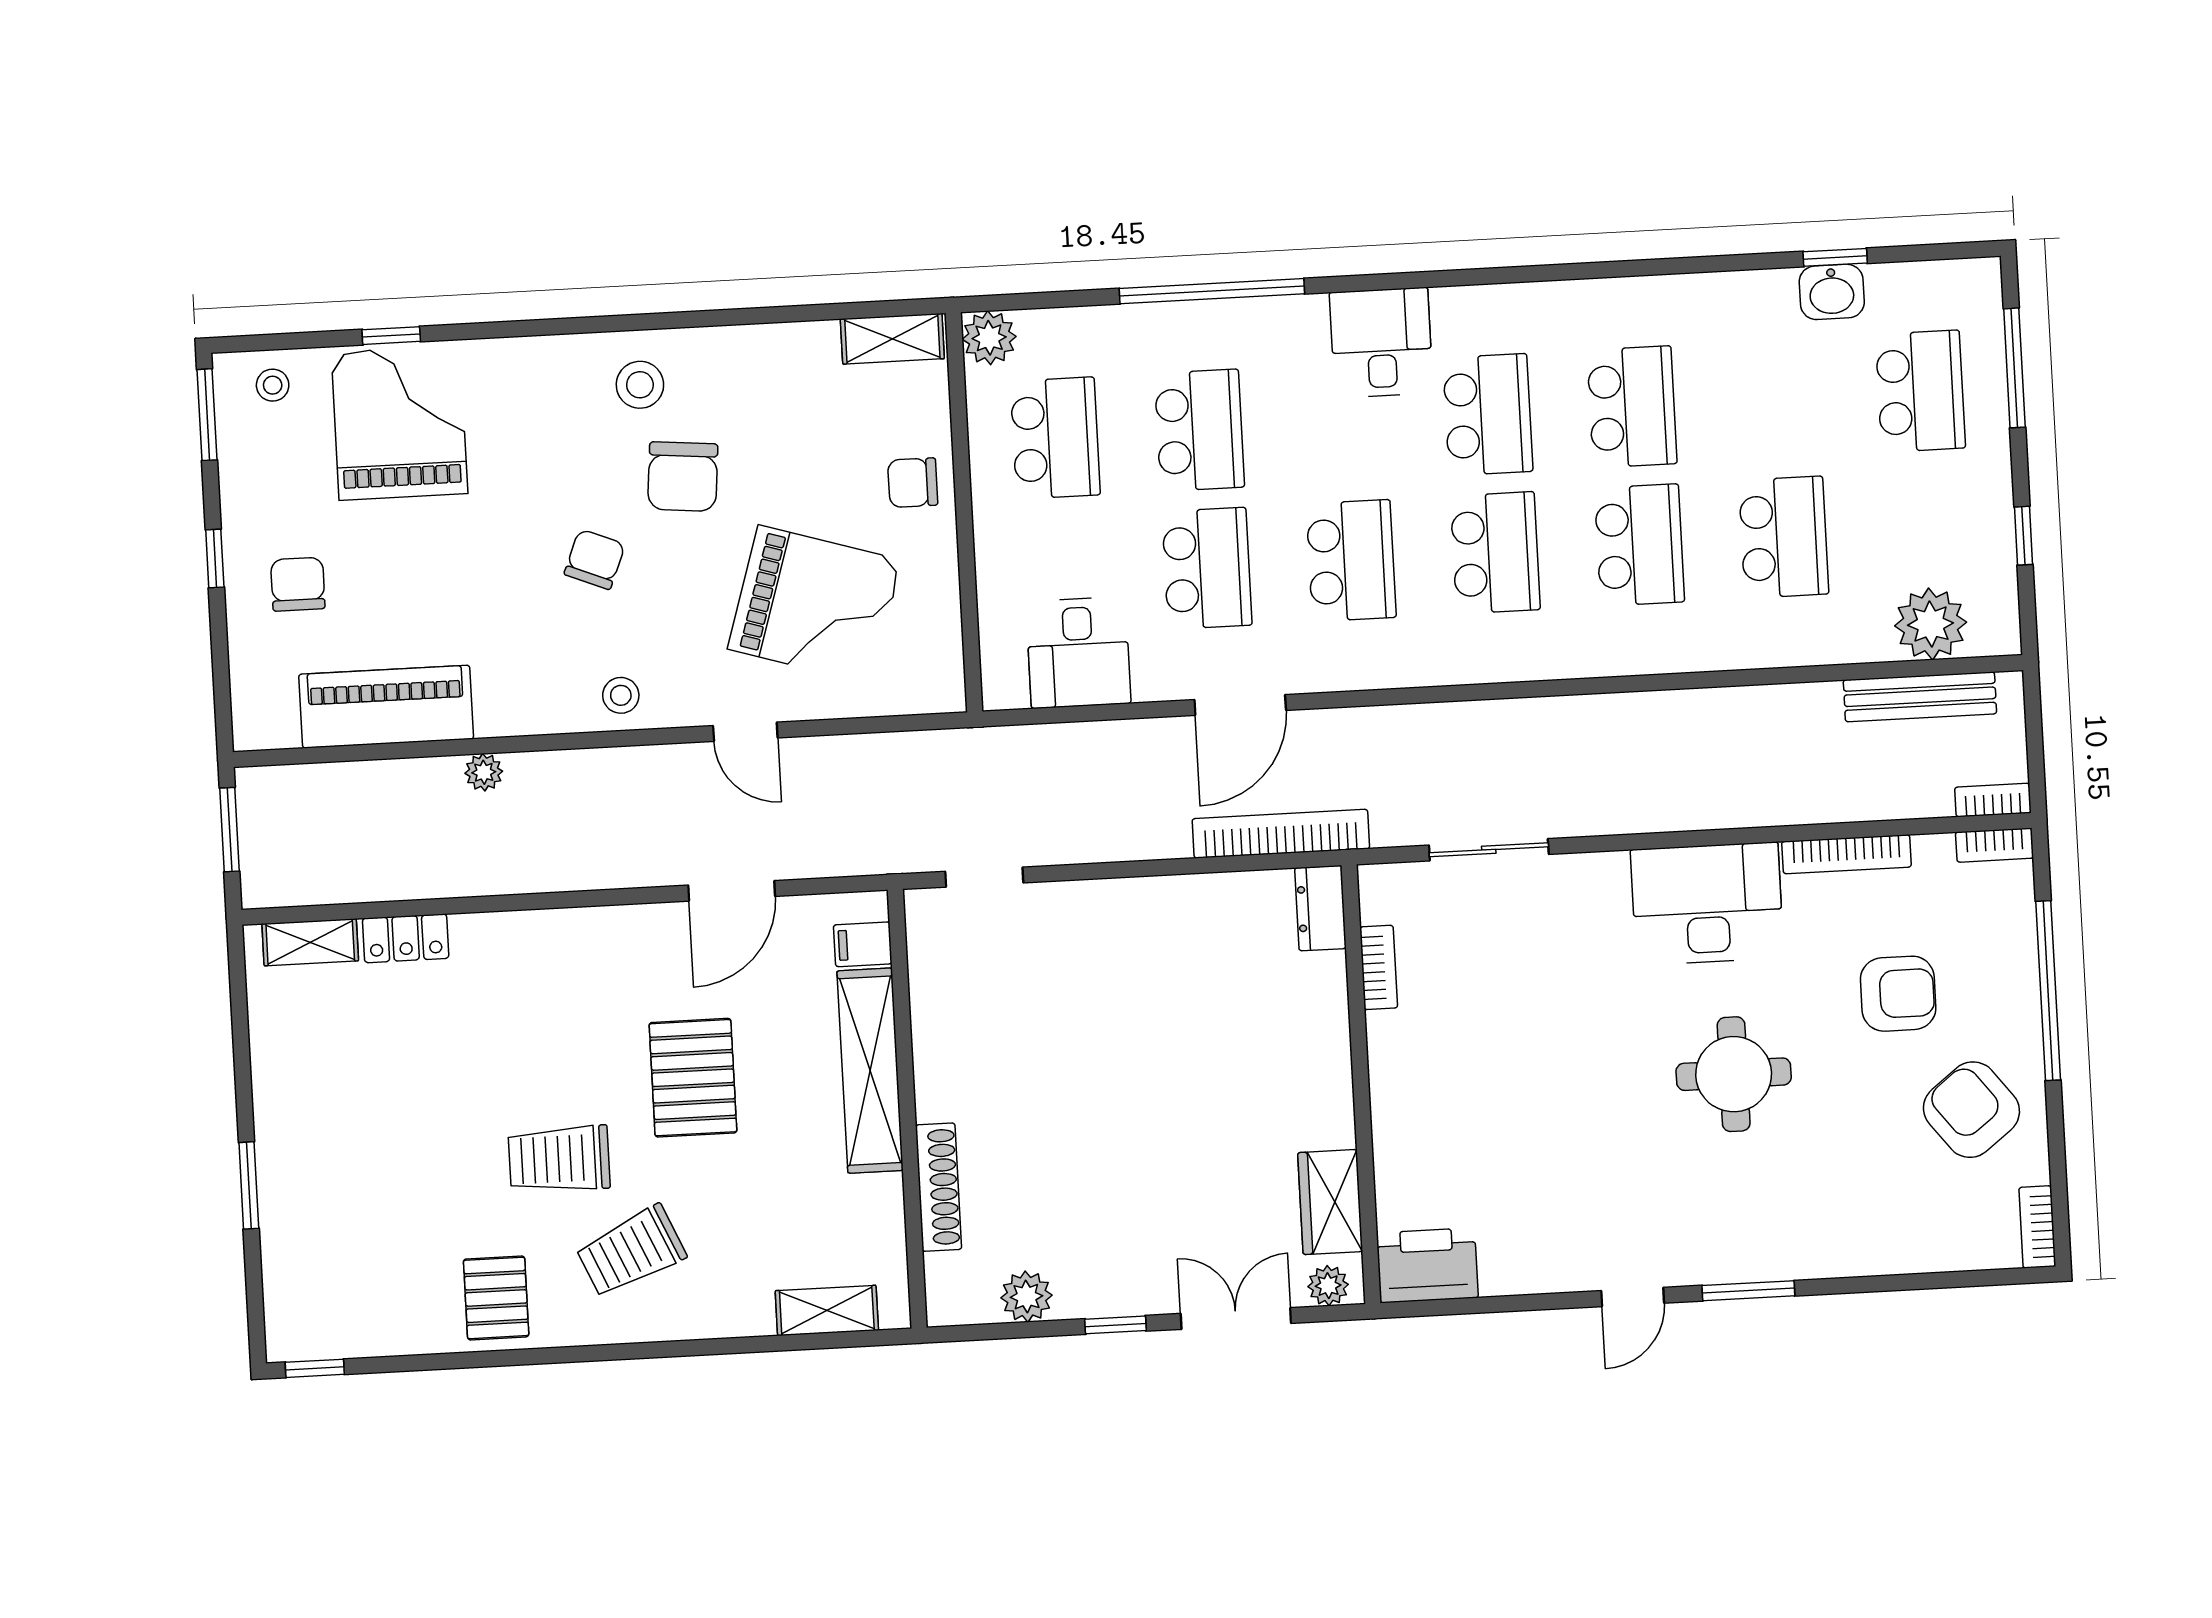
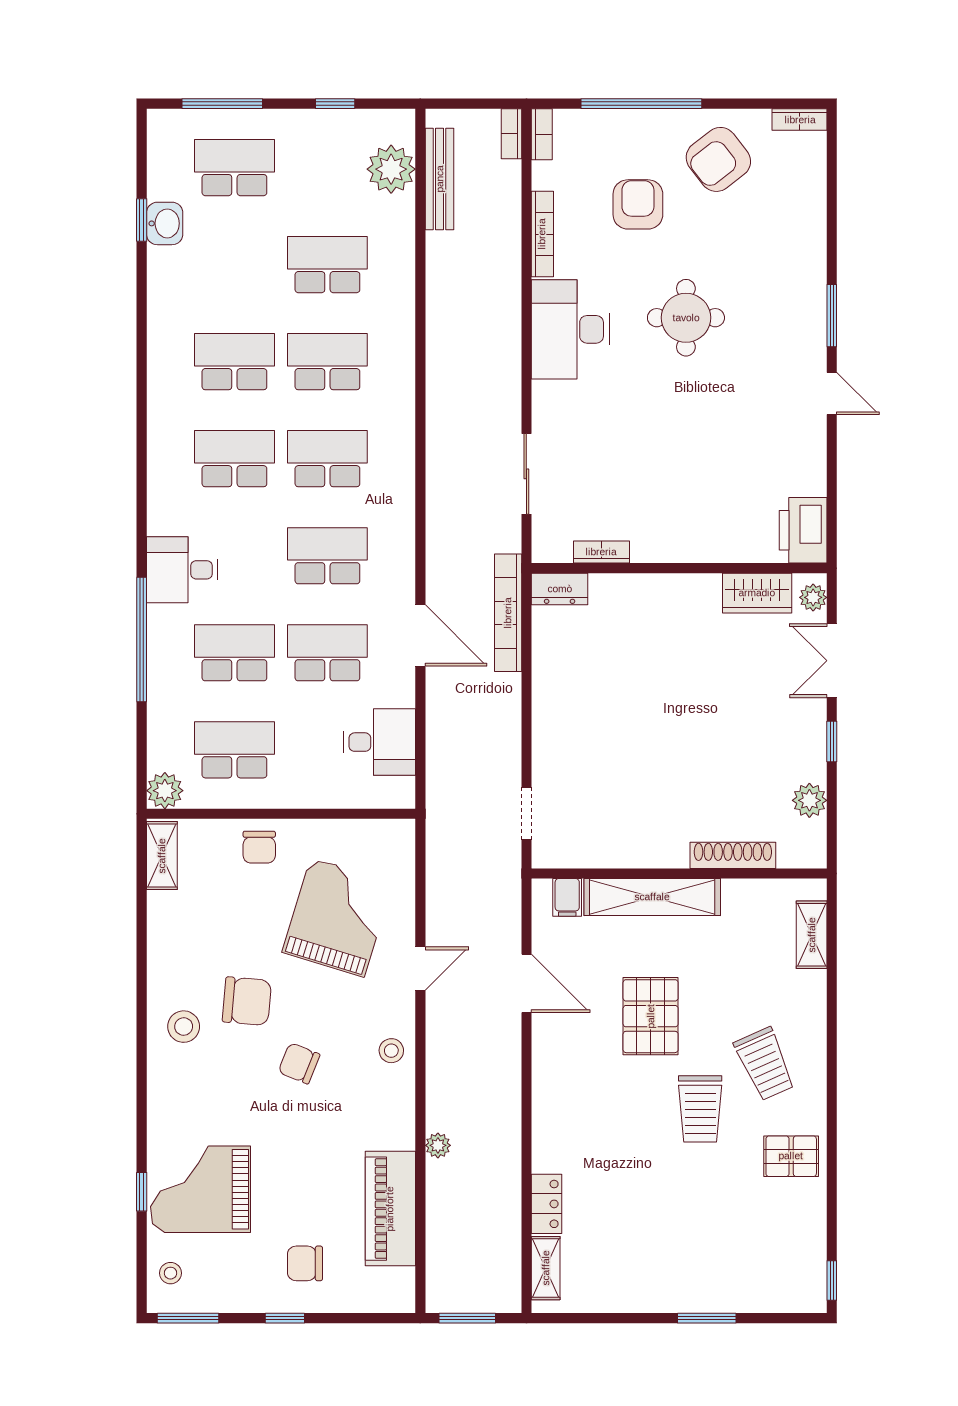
desk: (1381, 343) -> (182, 570), moved
pallet: (693, 1078) -> (651, 1016), turned 90

